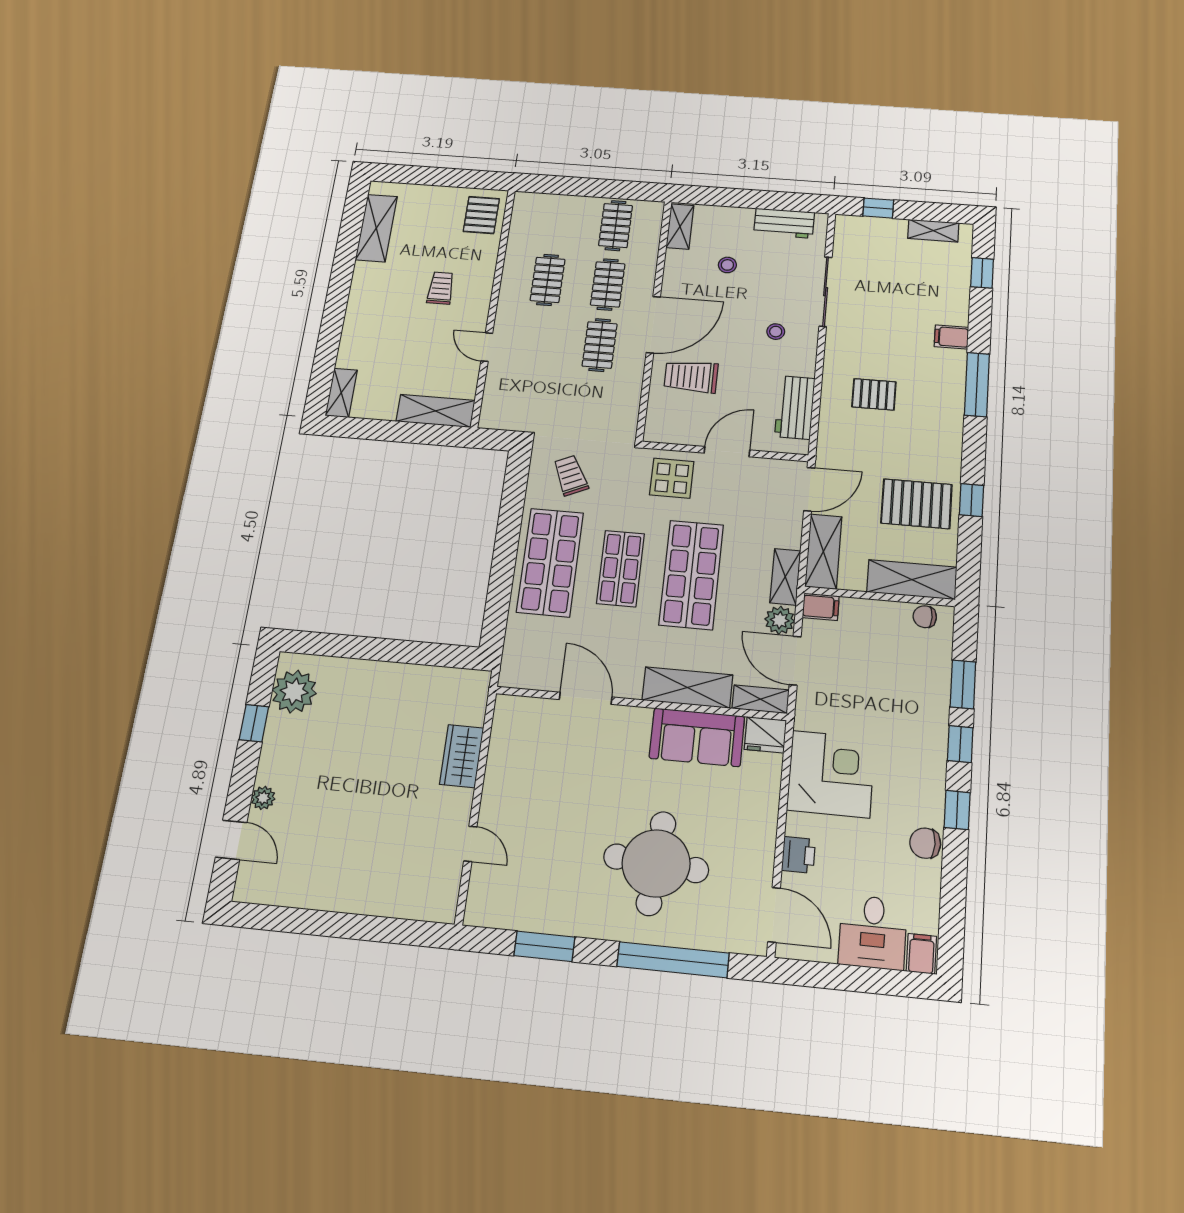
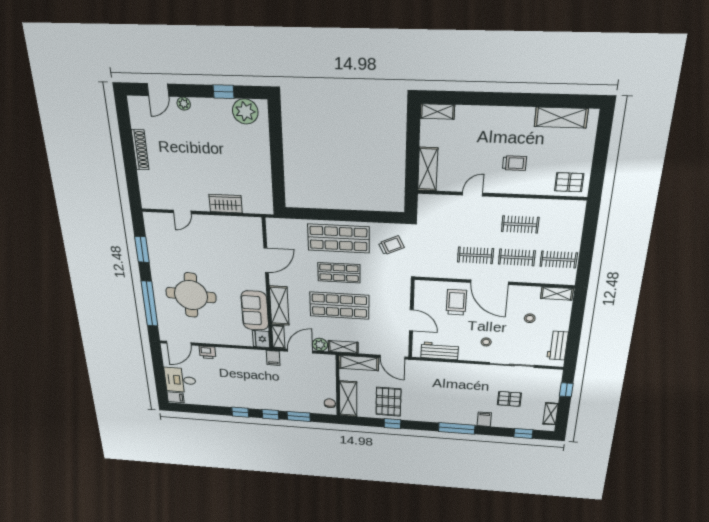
pallet: (874, 394) -> (509, 399), moved, turned 90
display table: (672, 478) -> (394, 295), removed
filing cabinet: (821, 607) -> (273, 358), moved
corner desk: (831, 774) -> (247, 365), removed
chair: (925, 843) -> (223, 400), removed
shoe rack: (336, 900) -> (140, 150), added

